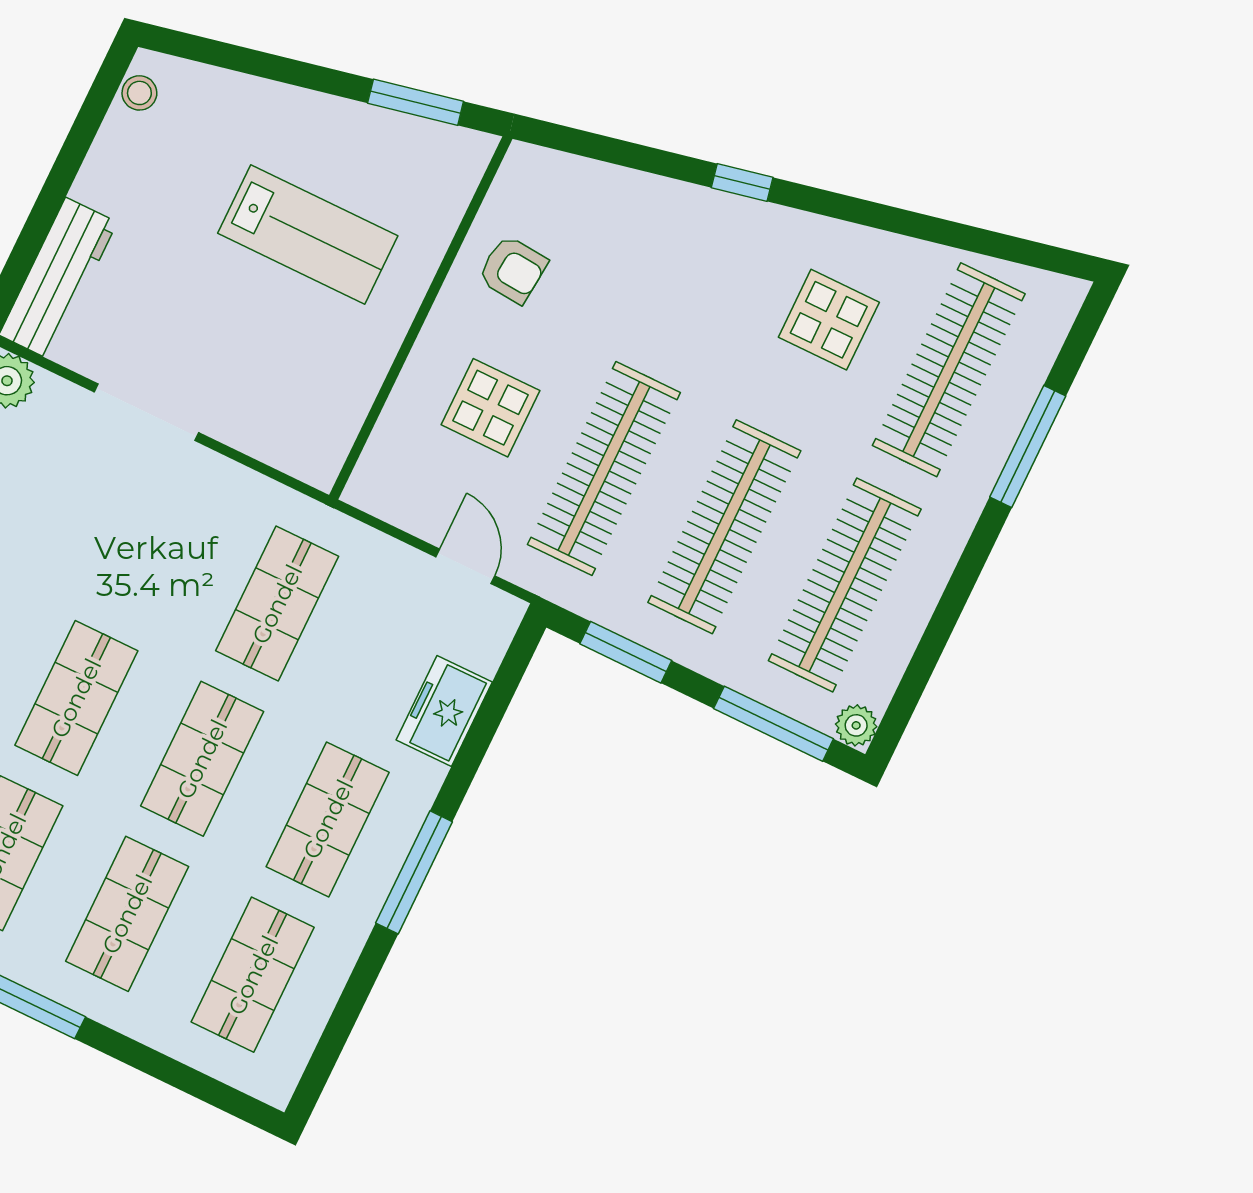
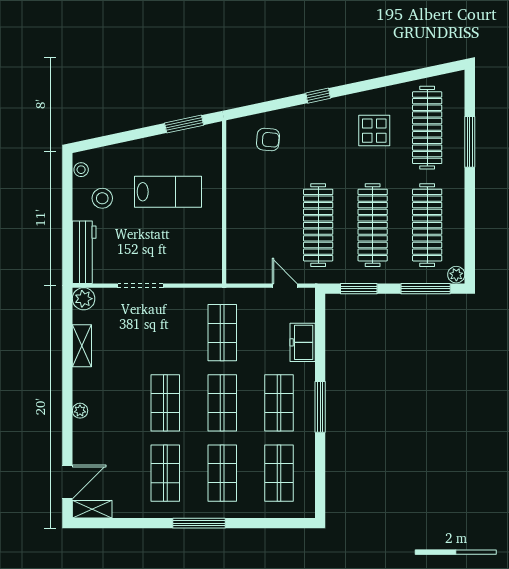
stool: (156, 179) -> (102, 198), added
armchair: (513, 270) -> (268, 140), moved
display table: (490, 408) -> (266, 223), removed

